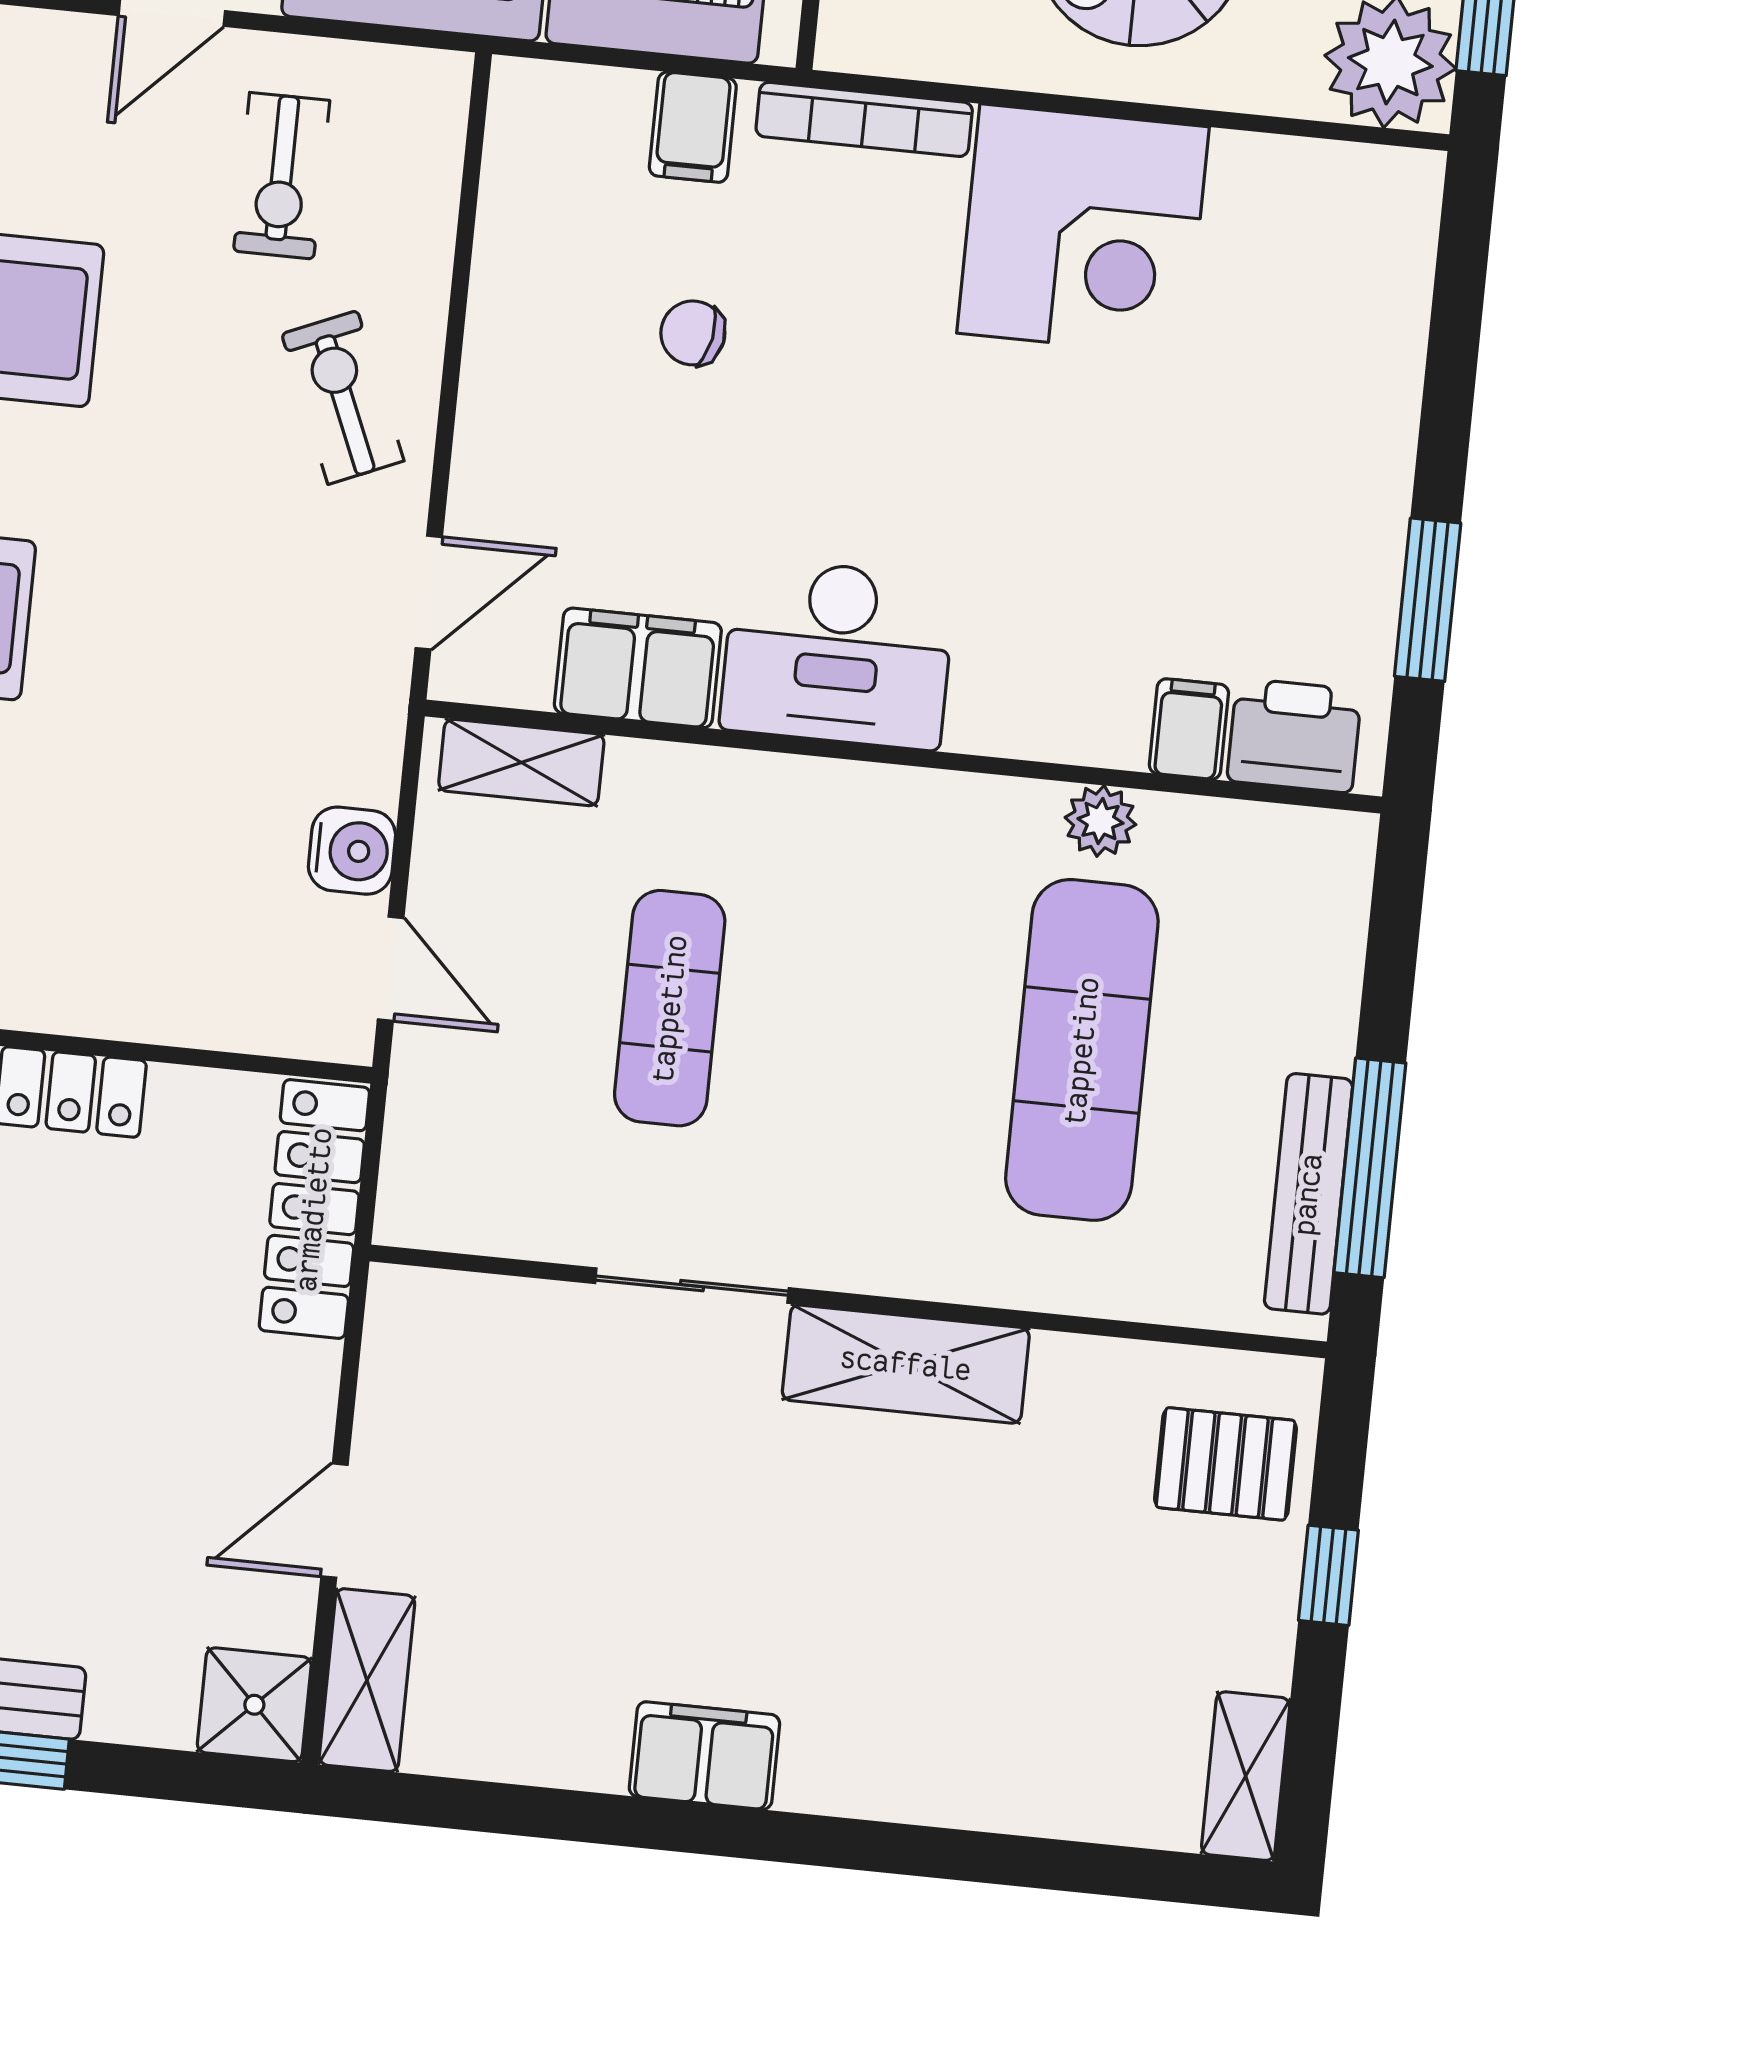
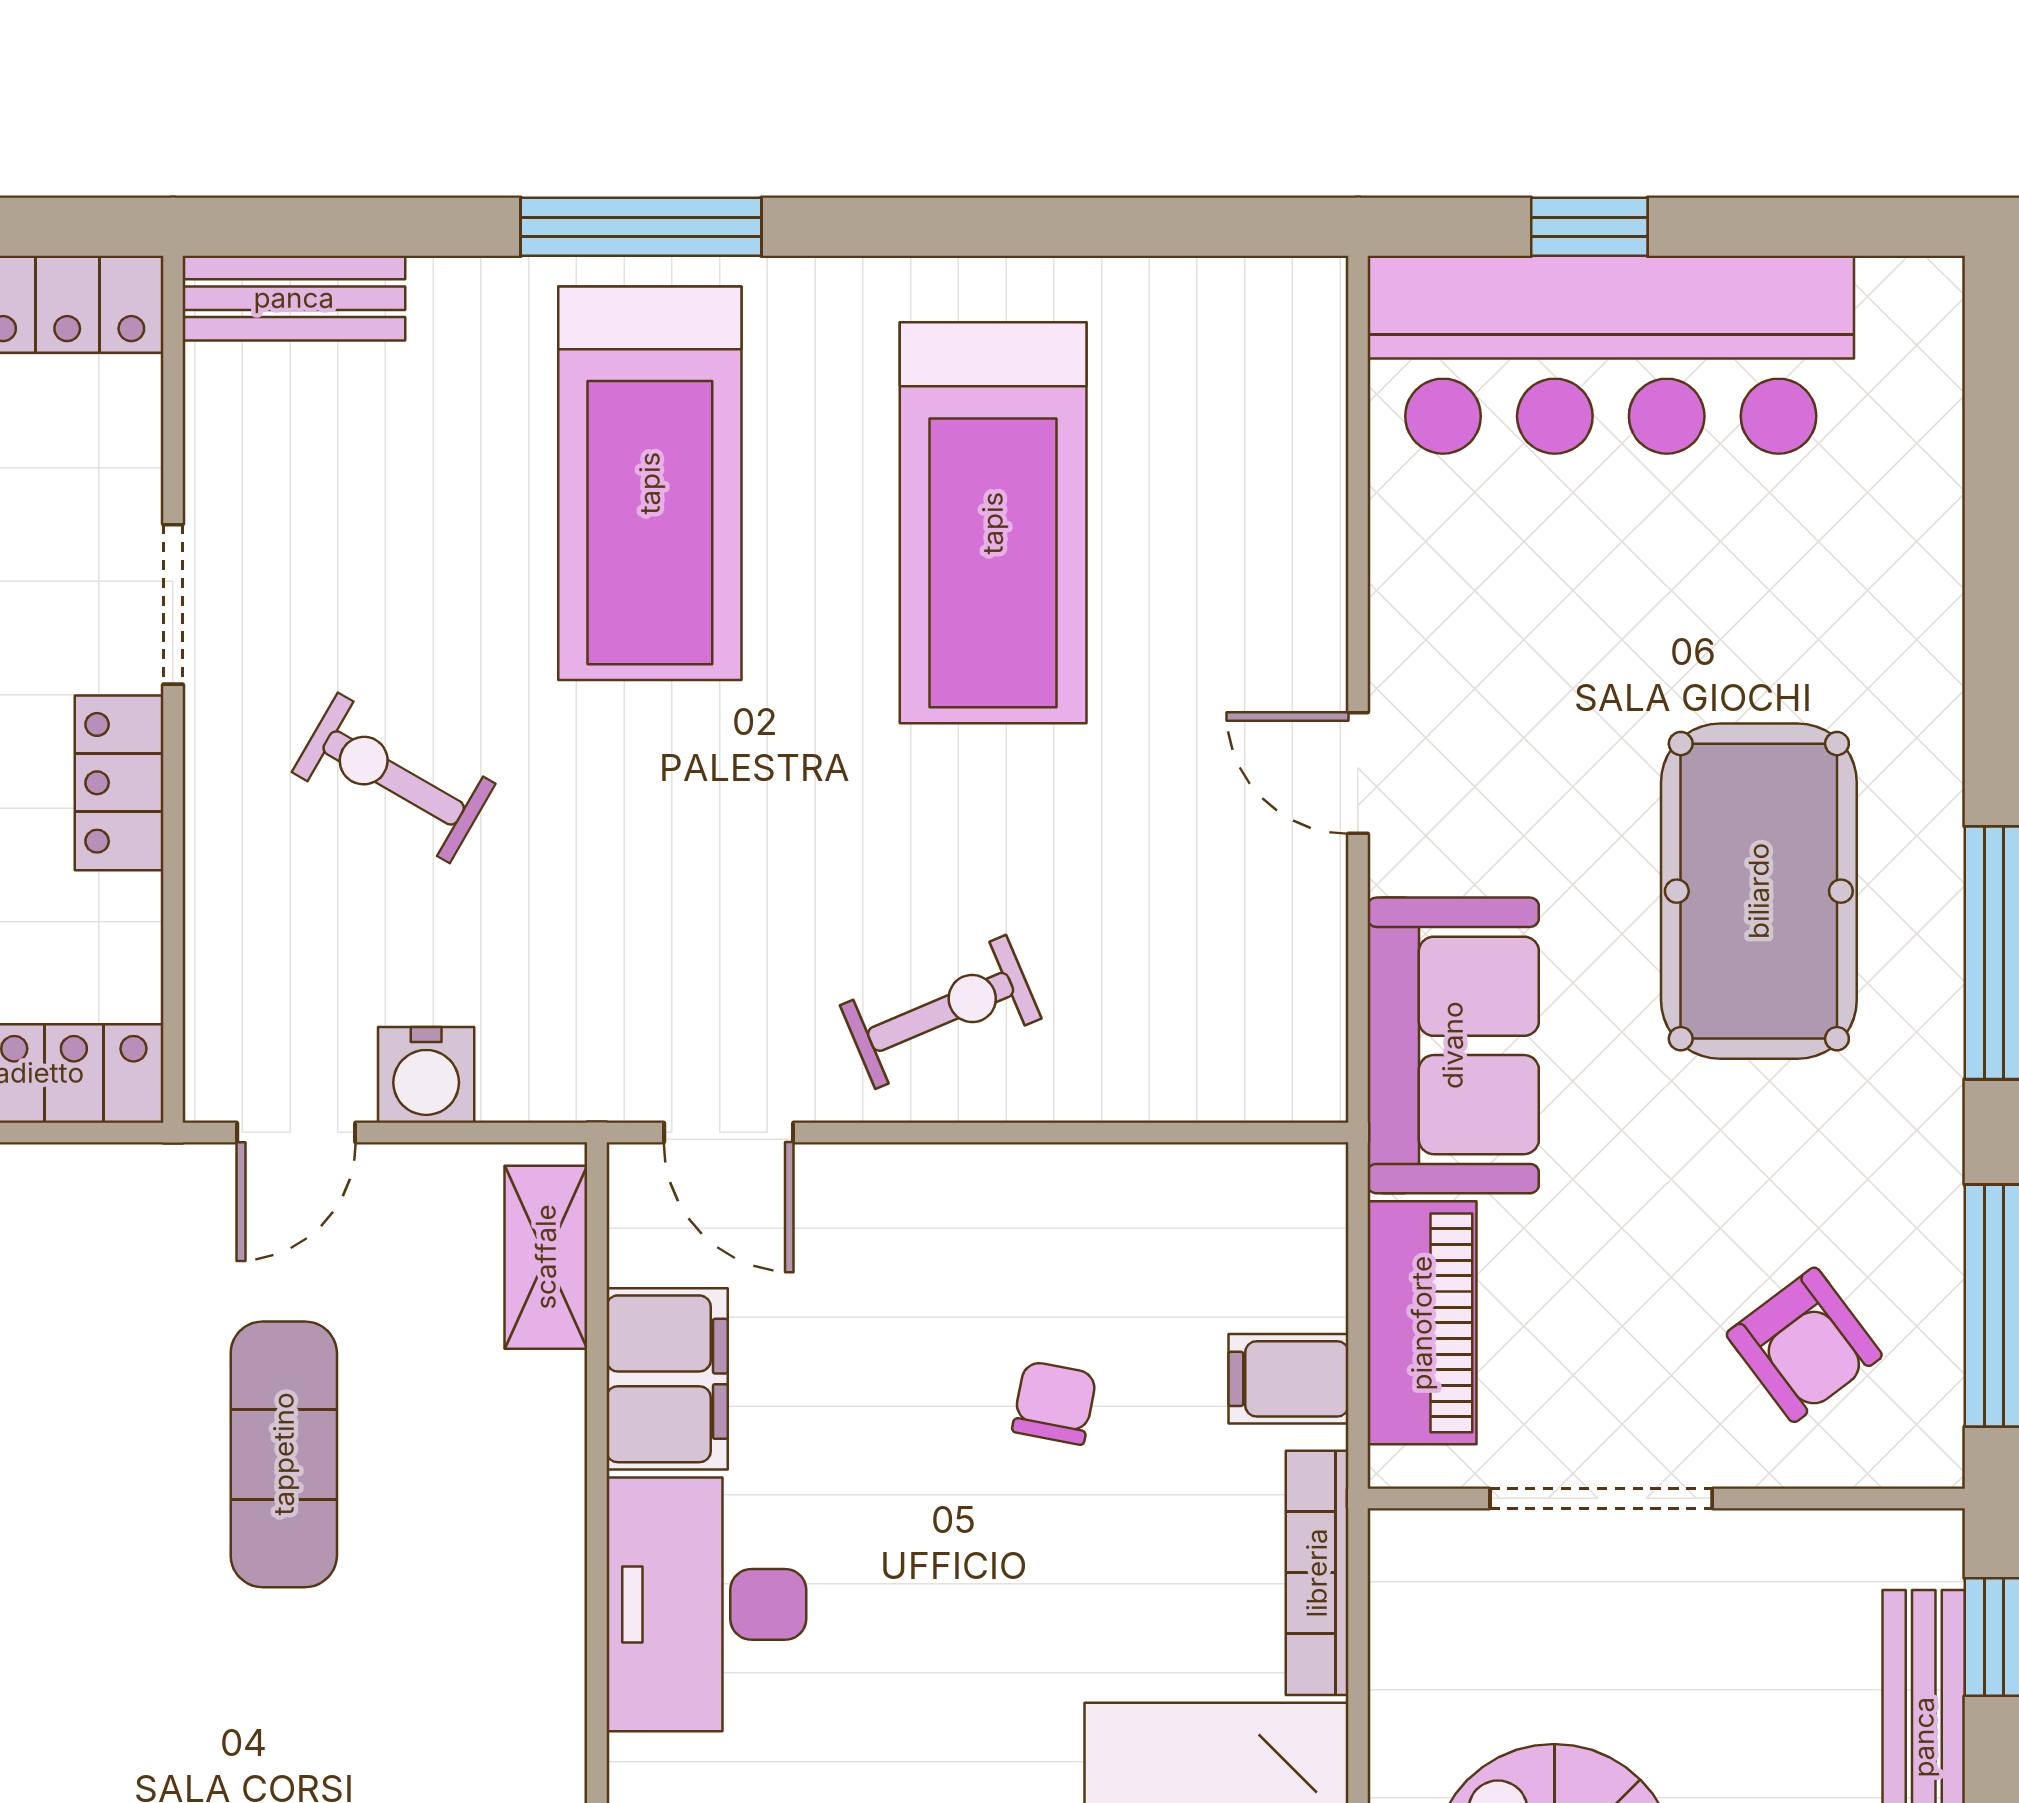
exercise bike: (282, 176) -> (394, 778), moved, turned 30
exercise mat: (670, 1008) -> (284, 1454), turned 90

